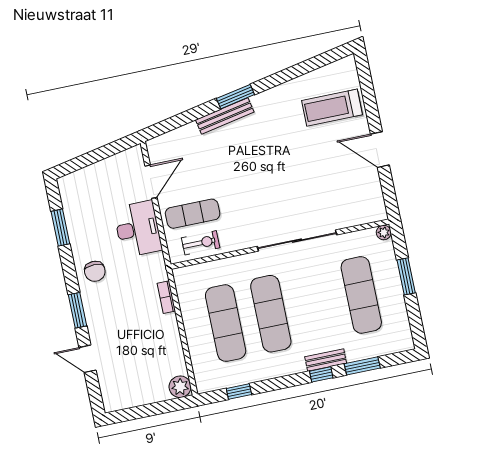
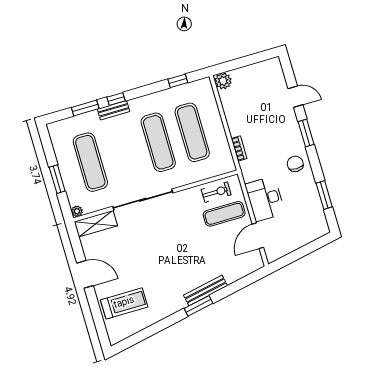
shelving: (361, 214) -> (96, 224), added
exercise bike: (201, 243) -> (216, 192), turned 180

